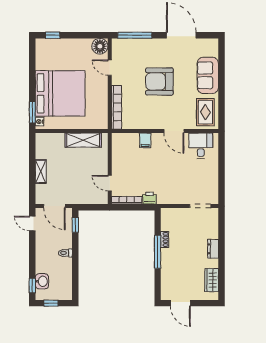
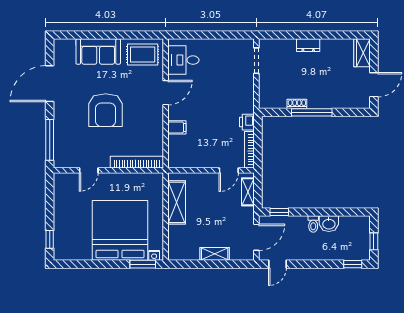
floor lamp: (100, 46) -> (63, 182), removed
shelving: (92, 199) -> (248, 192), added
wardrobe: (212, 280) -> (362, 53), moved, turned 90
washbasin: (42, 281) -> (329, 224), moved, turned 180

